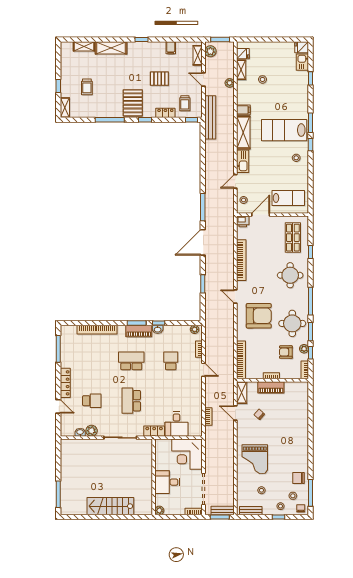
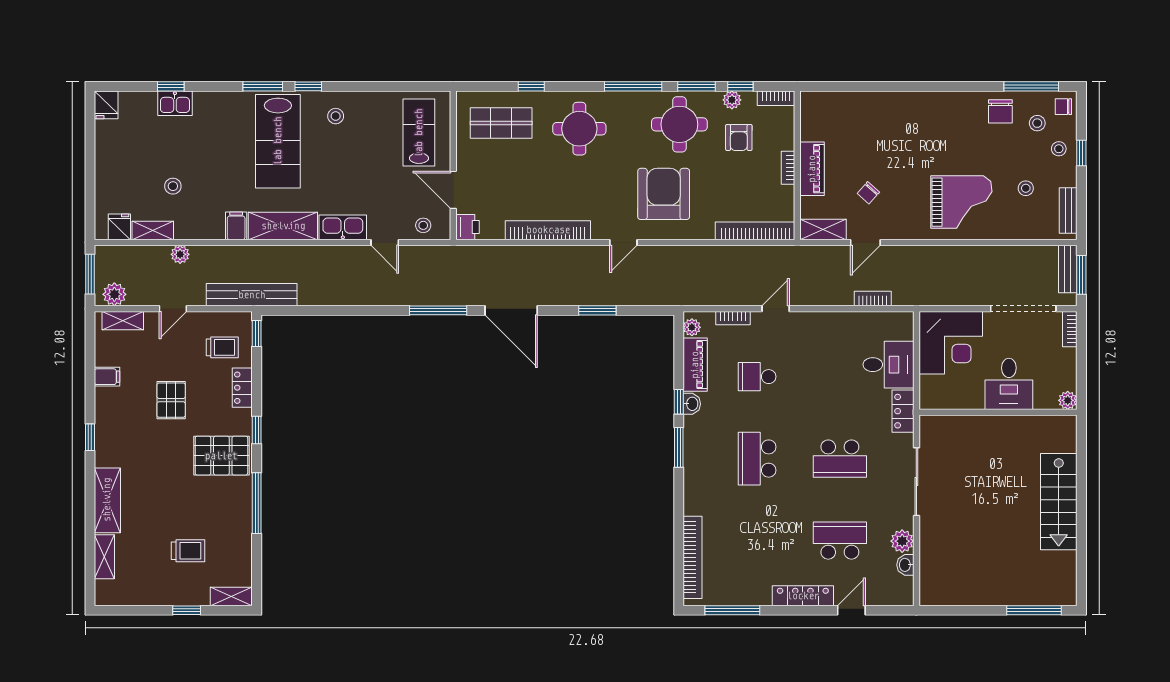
kitchen sink: (302, 62) -> (175, 103), moved
bookcase: (97, 330) -> (692, 557), moved
piano: (139, 331) -> (695, 365), moved
school desk: (92, 401) -> (840, 541), width x1.85

